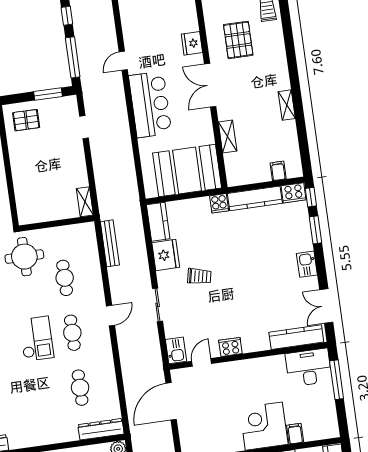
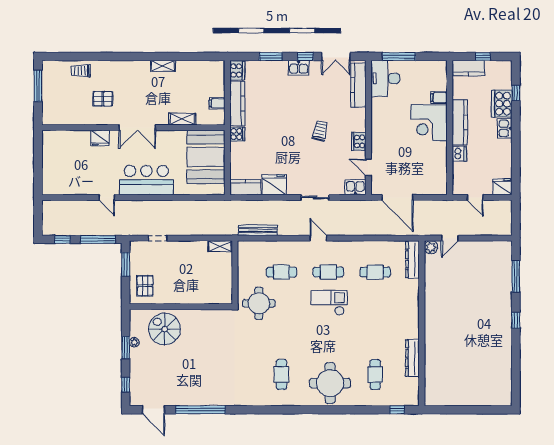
pallet: (238, 40) -> (103, 99), width x0.67, depth x0.71
filing cabinet: (278, 171) -> (217, 103), moved
window: (311, 197) -> (305, 56), moved
trolley: (199, 276) -> (320, 131), moved

